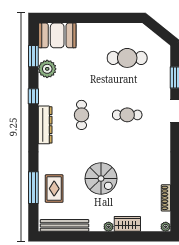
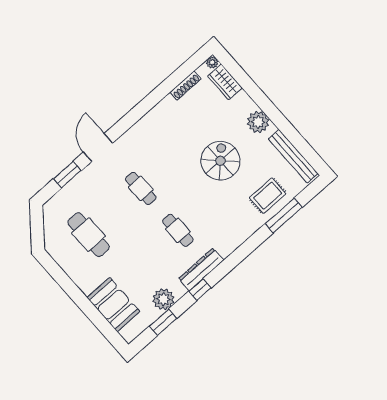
booth: (57, 35) -> (113, 305), moved
cafe table: (81, 115) -> (178, 230), turned 90
dresser: (45, 125) -> (201, 269), moved
wardrobe: (127, 224) -> (225, 82), moved
plant: (109, 227) -> (258, 122), width x1.88, depth x1.88

